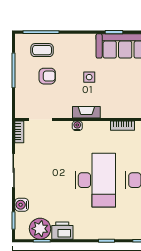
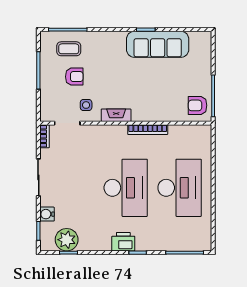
side table: (89, 77) -> (86, 105), moved
water cooler: (77, 126) -> (106, 130), removed
bookcase: (123, 126) -> (148, 130), width x1.56
printer: (62, 231) -> (123, 242), moved

